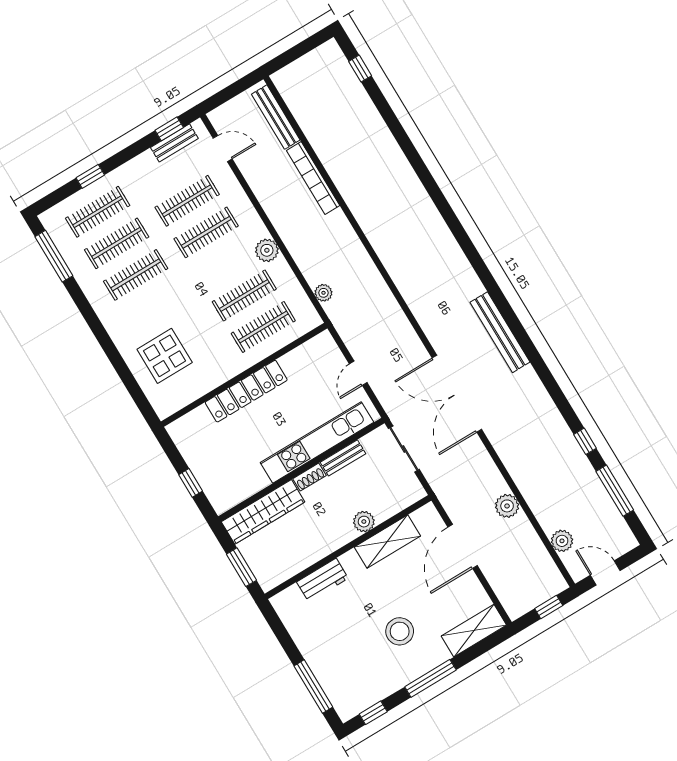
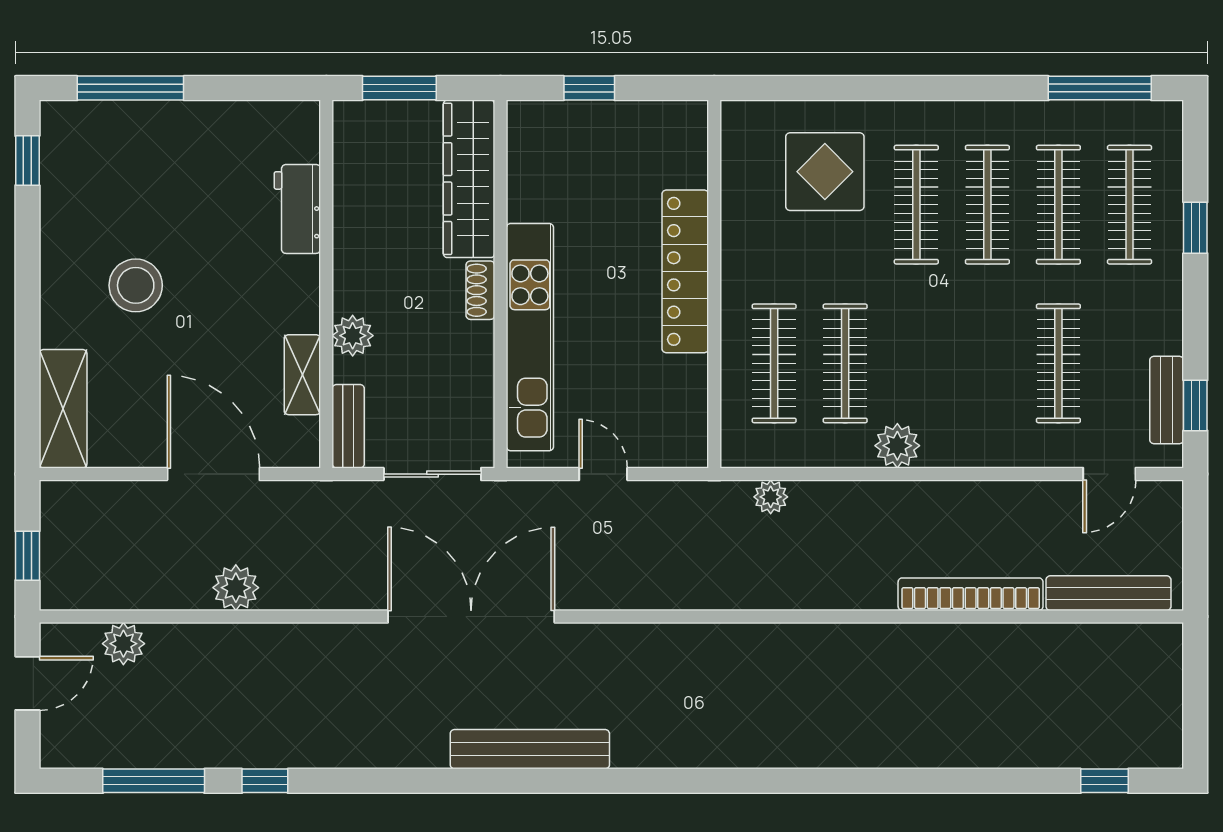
clothes rail: (206, 232) -> (916, 205), moved
bench: (343, 458) -> (348, 426), moved
shelving: (387, 542) -> (302, 375), width x0.67, depth x0.75
window: (430, 678) -> (27, 289), removed

